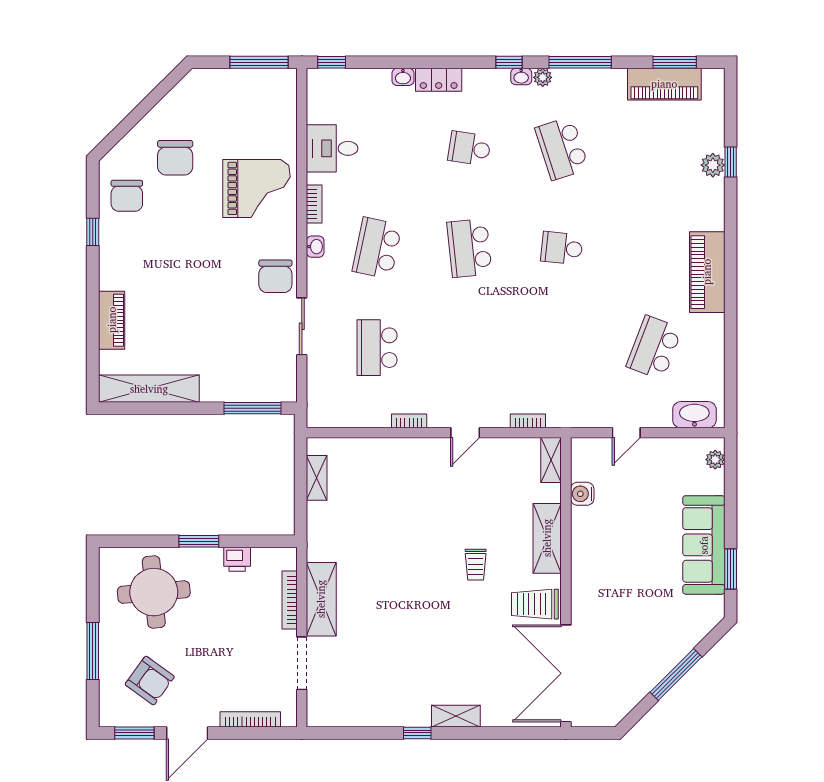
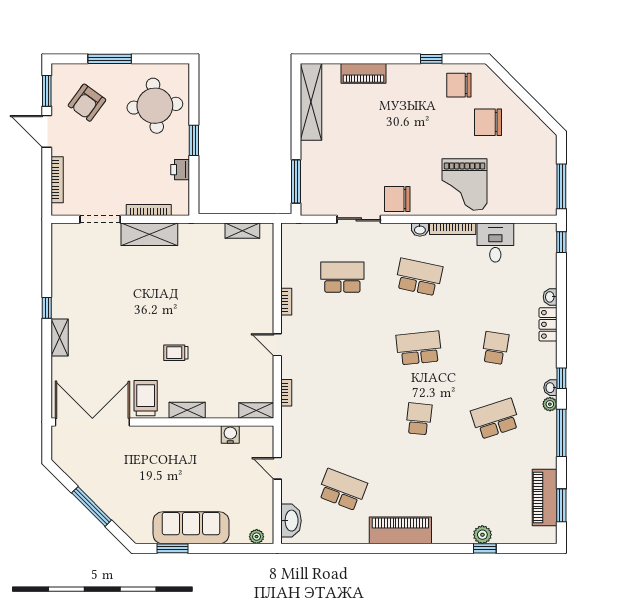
bookcase: (314, 204) -> (453, 229), width x1.56
shelving: (547, 538) -> (187, 410), width x0.67, depth x0.75

